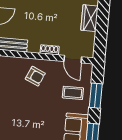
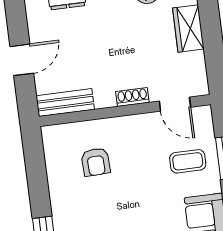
armchair: (35, 76) -> (96, 162), moved, turned 64

